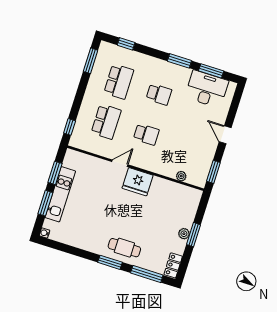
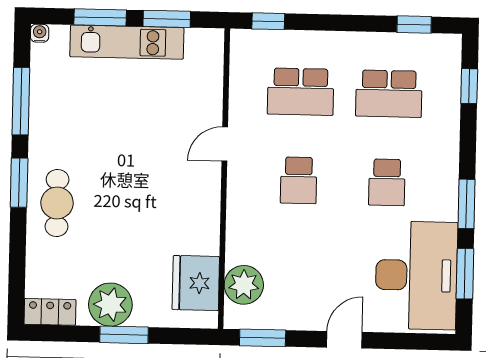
window: (91, 61) -> (414, 24), width x0.67
desk: (207, 89) -> (416, 275), width x1.36, depth x1.30
door: (120, 163) -> (225, 144), swing flipped
plant: (181, 176) -> (244, 285), width x1.88, depth x1.88
fridge: (138, 182) -> (196, 283), moved
plant: (184, 234) -> (110, 305), width x1.87, depth x1.87
window: (147, 274) -> (21, 101), moved

